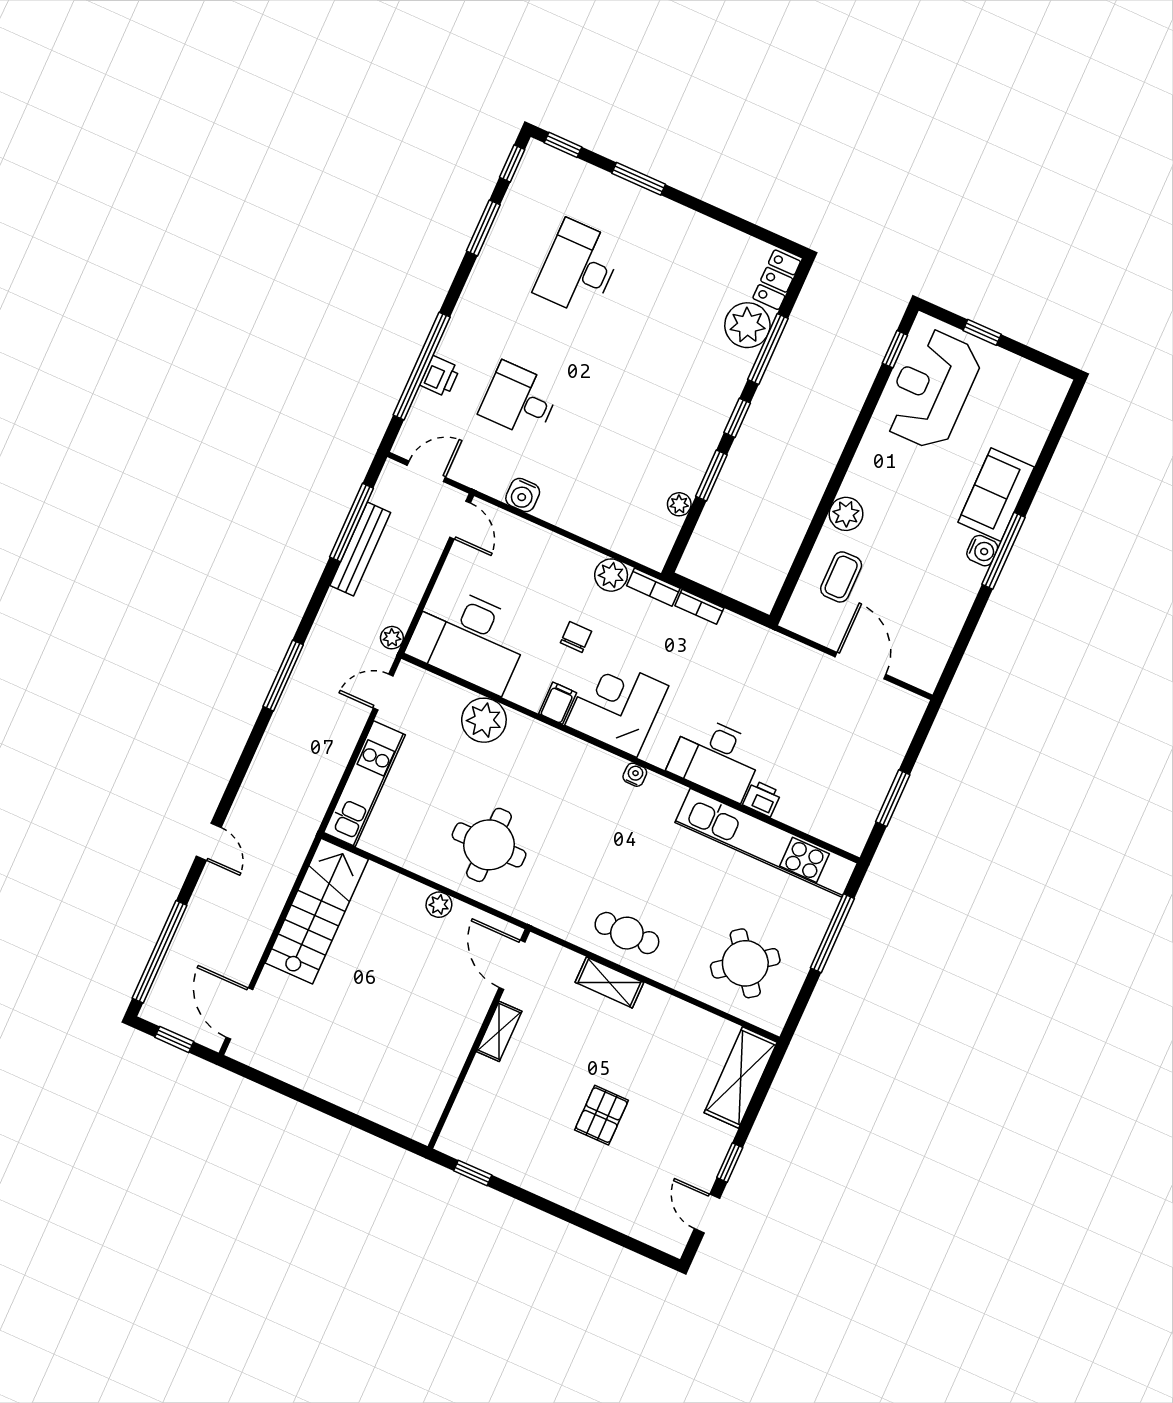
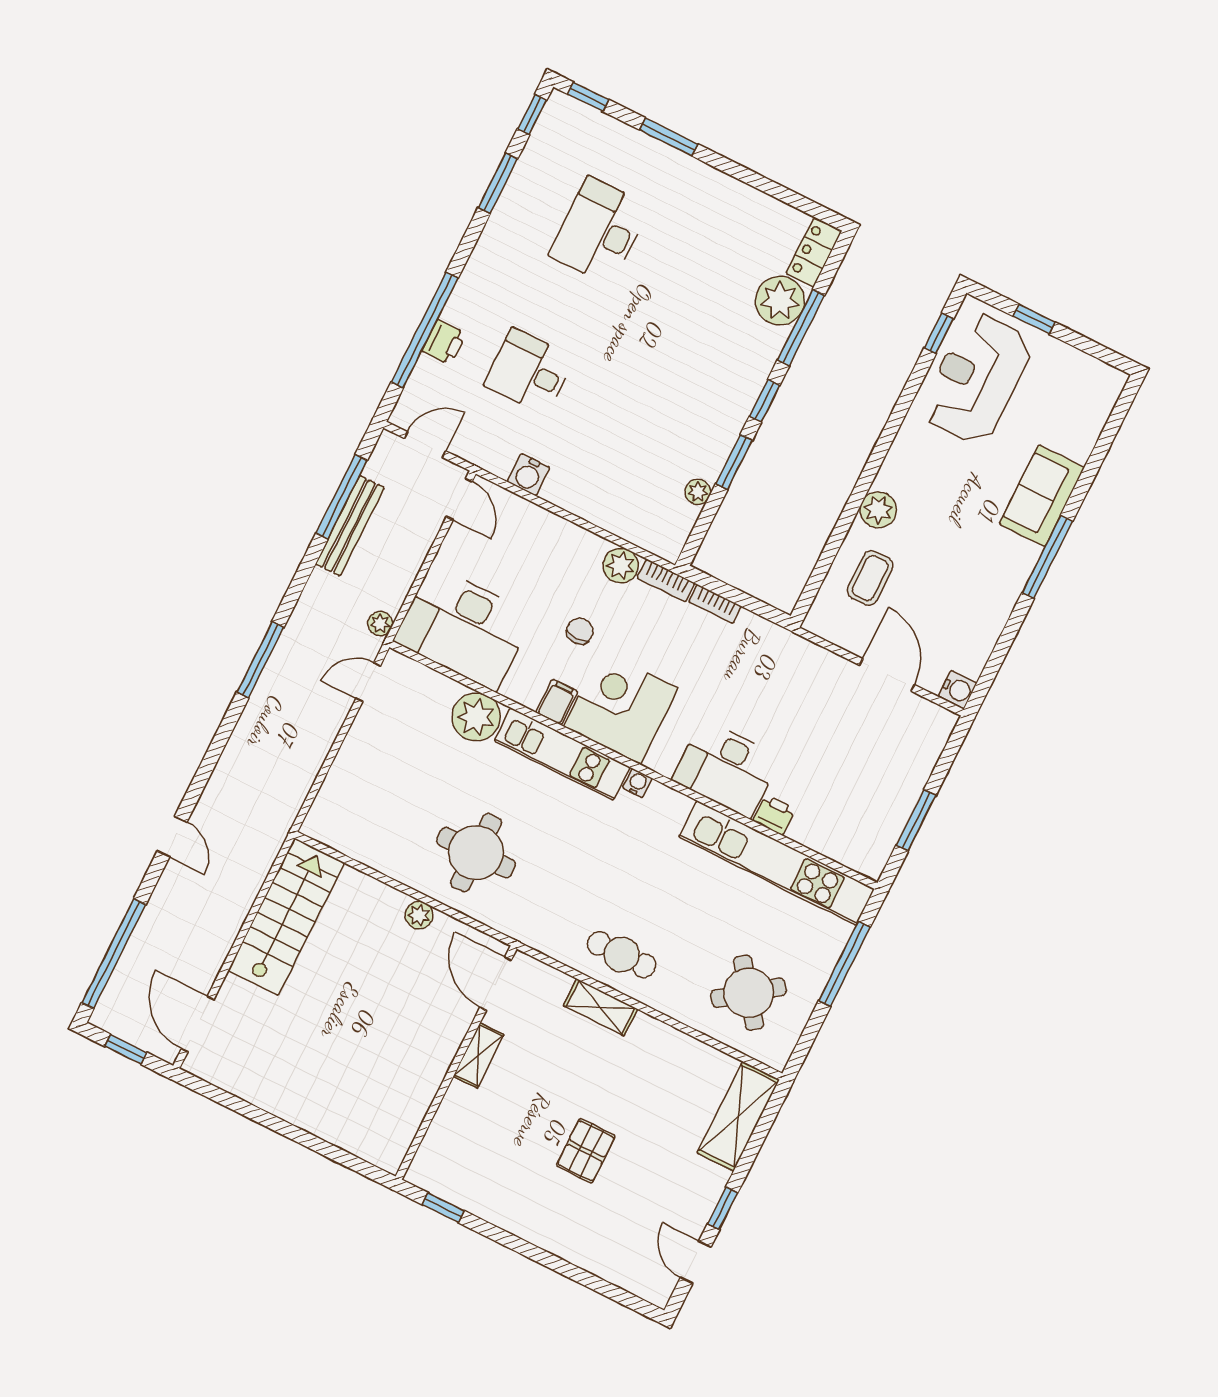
water cooler: (982, 551) -> (958, 690), moved
kitchen unit: (364, 784) -> (562, 754), moved, turned 90

